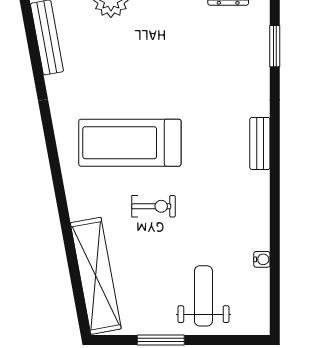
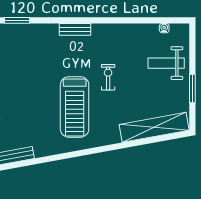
exercise bike: (153, 206) -> (108, 77), moved
water cooler: (262, 259) -> (164, 28), moved

